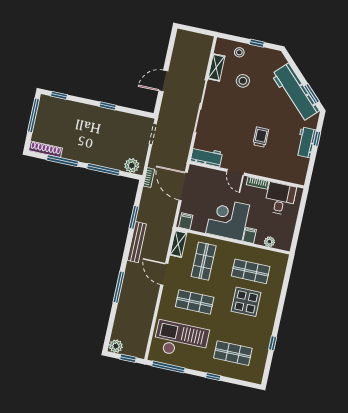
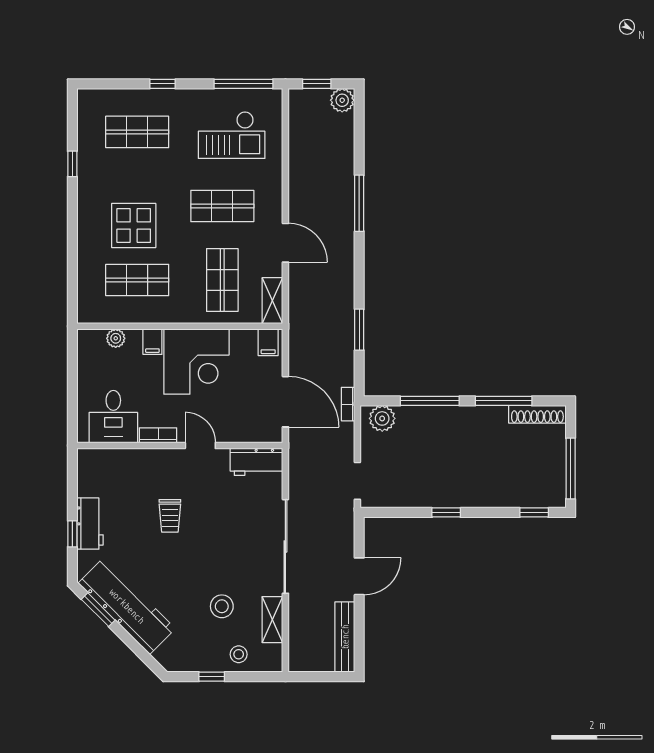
bench: (137, 242) -> (345, 637), moved
checkout: (181, 340) -> (232, 135), width x0.73, depth x0.83

